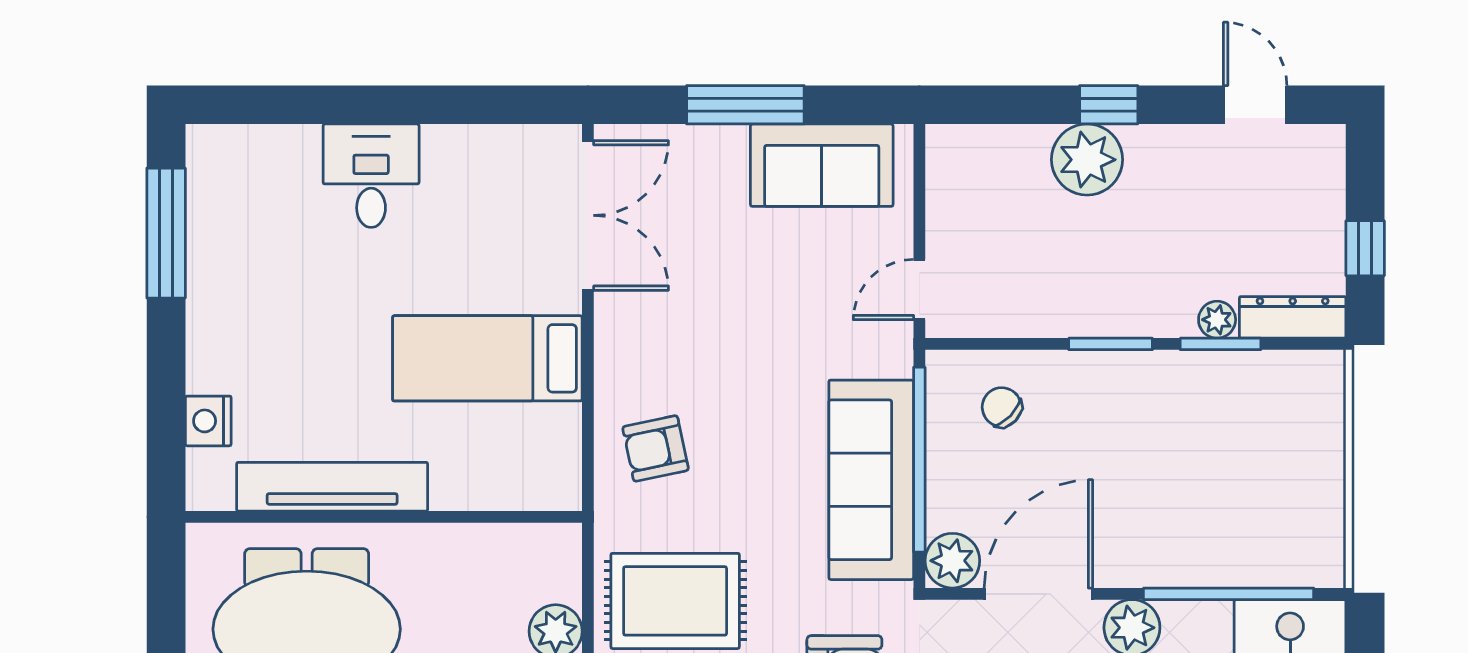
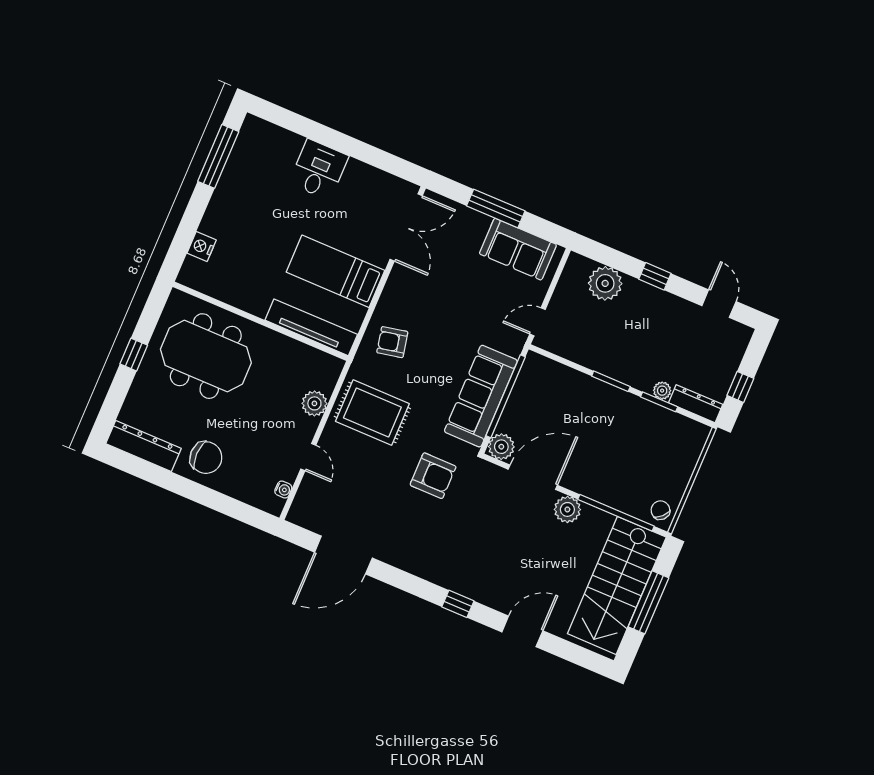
plant: (1087, 160) -> (605, 283), moved
chair: (1002, 407) -> (660, 510), moved
tv unit: (332, 487) -> (311, 327), moved

